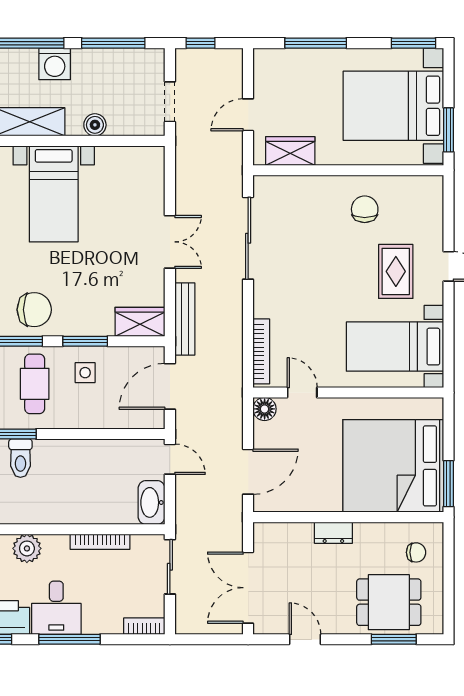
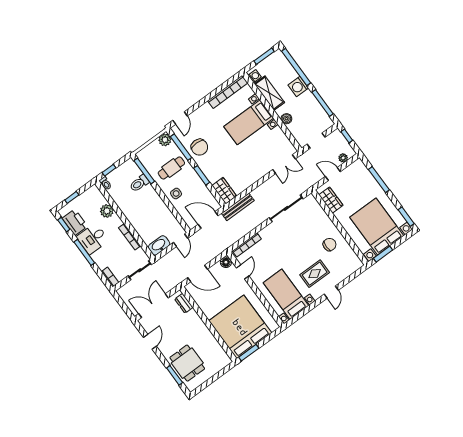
plant: (234, 77) -> (343, 158), added
double door: (170, 242) -> (284, 164), moved
side table: (85, 373) -> (176, 193), moved
dresser: (333, 533) -> (184, 303), moved
chair: (416, 552) -> (214, 360), removed

